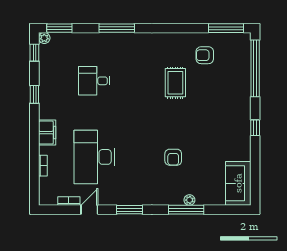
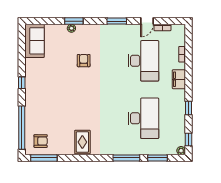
window: (59, 28) -> (157, 158), moved
armchair: (205, 55) -> (41, 141), moved
desk: (94, 81) -> (143, 118), width x1.87, depth x1.30
rug: (175, 83) -> (82, 142), moved
window: (186, 210) -> (74, 21), width x0.69

